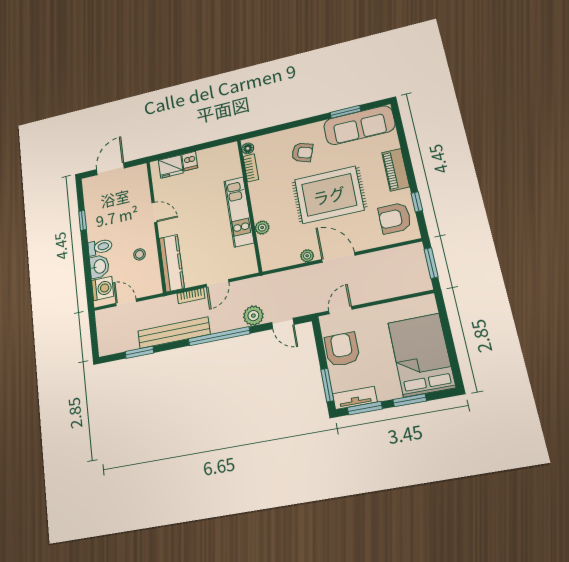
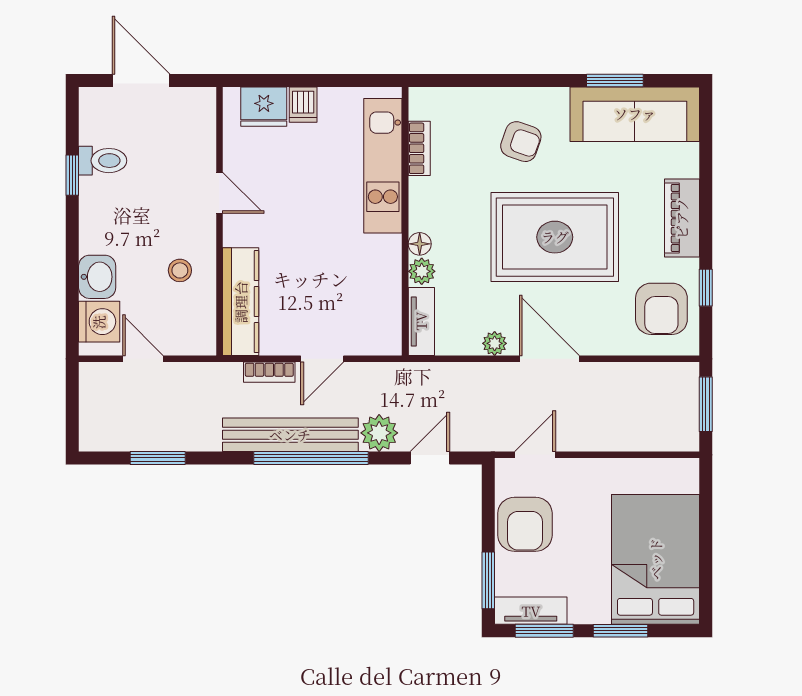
floor lamp: (248, 148) -> (420, 244), moved
door: (110, 169) -> (141, 80), hinge flipped
kitchen unit: (239, 212) -> (383, 166), moved
armchair: (395, 218) -> (661, 309), turned -90
toilet: (100, 247) -> (103, 161), moved
tv unit: (266, 253) -> (421, 321), added
door: (283, 323) -> (430, 458), swing flipped
bench: (174, 333) -> (290, 435), moved
armchair: (342, 349) -> (525, 524), turned 180

